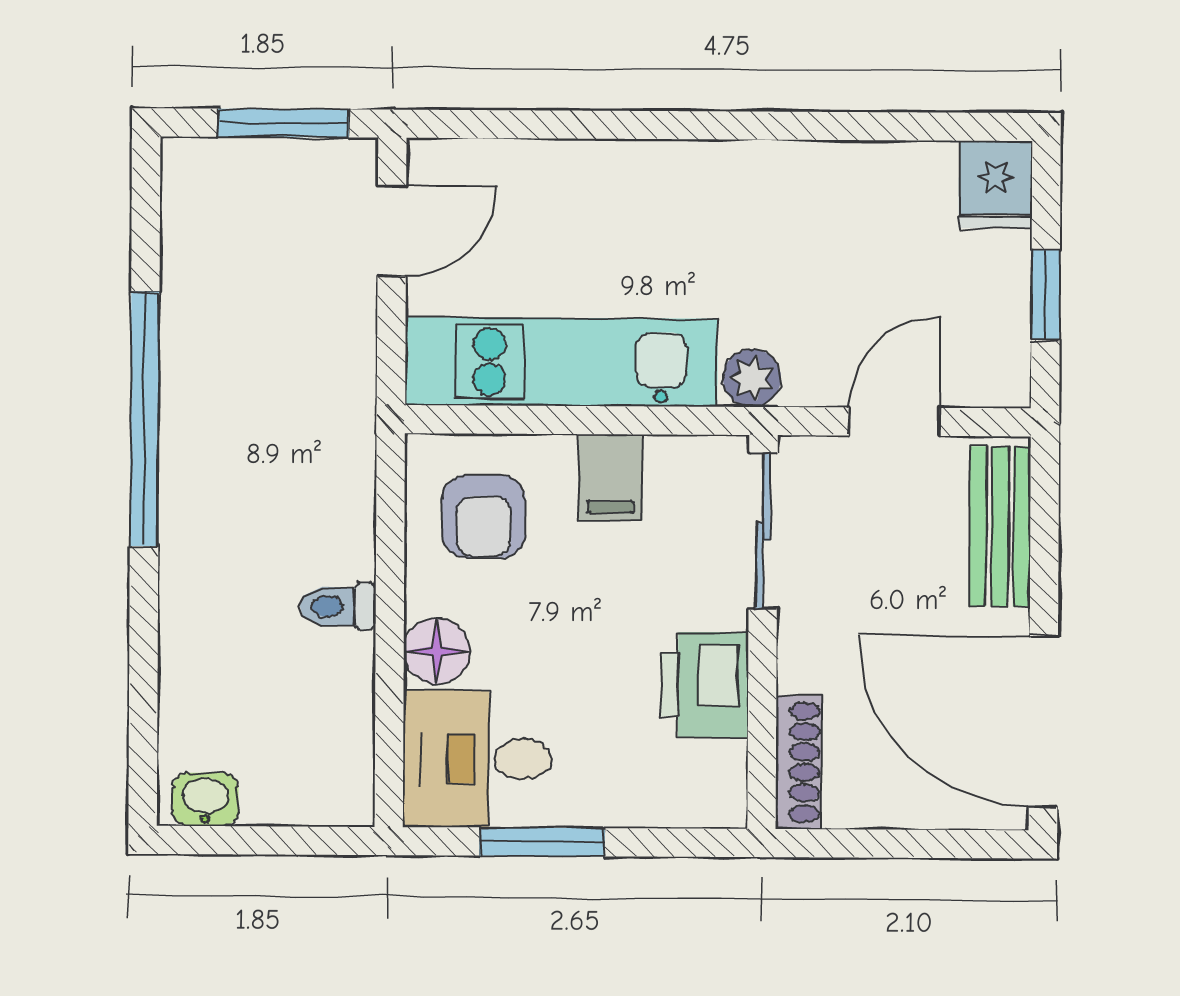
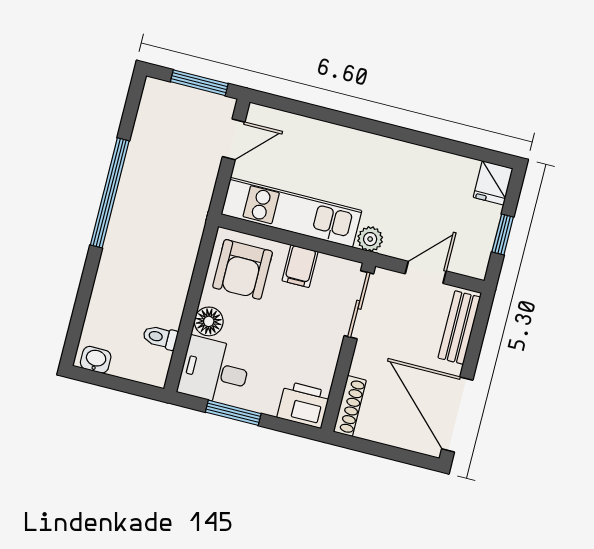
armchair: (484, 516) -> (243, 269), width x1.38, depth x1.38
toilet: (338, 606) -> (160, 337), moved
printer: (704, 685) -> (304, 405), moved, turned 90

